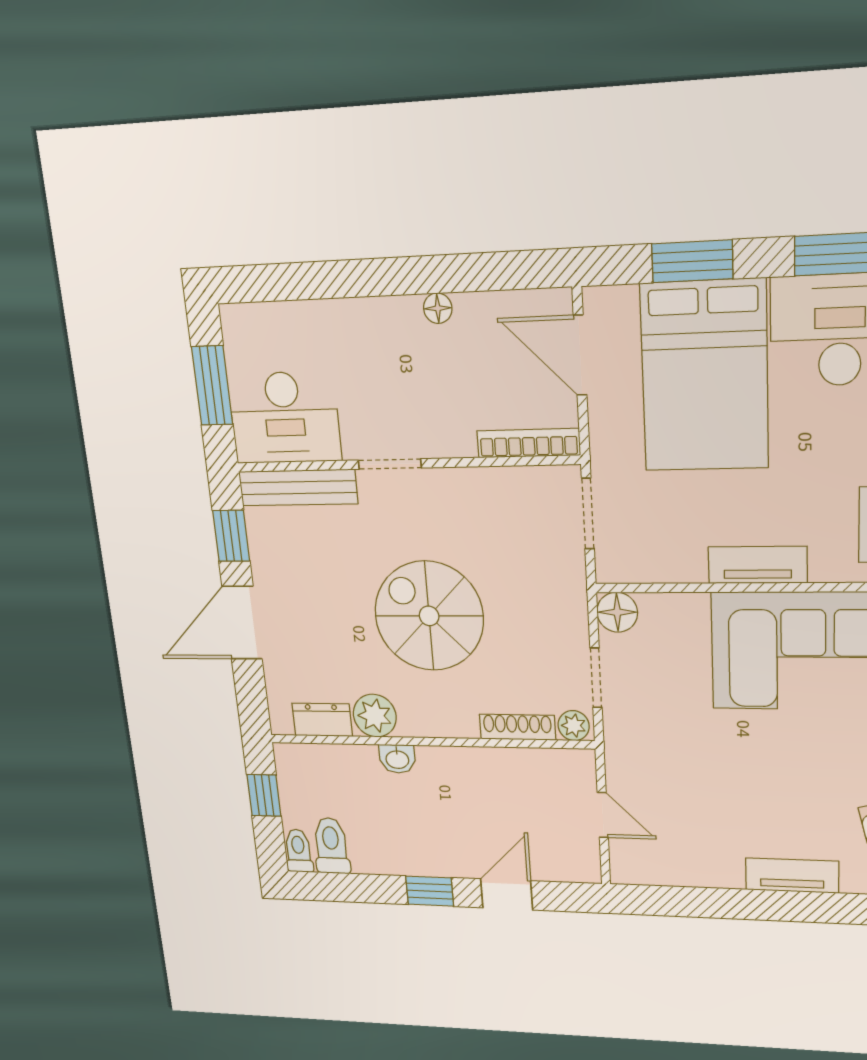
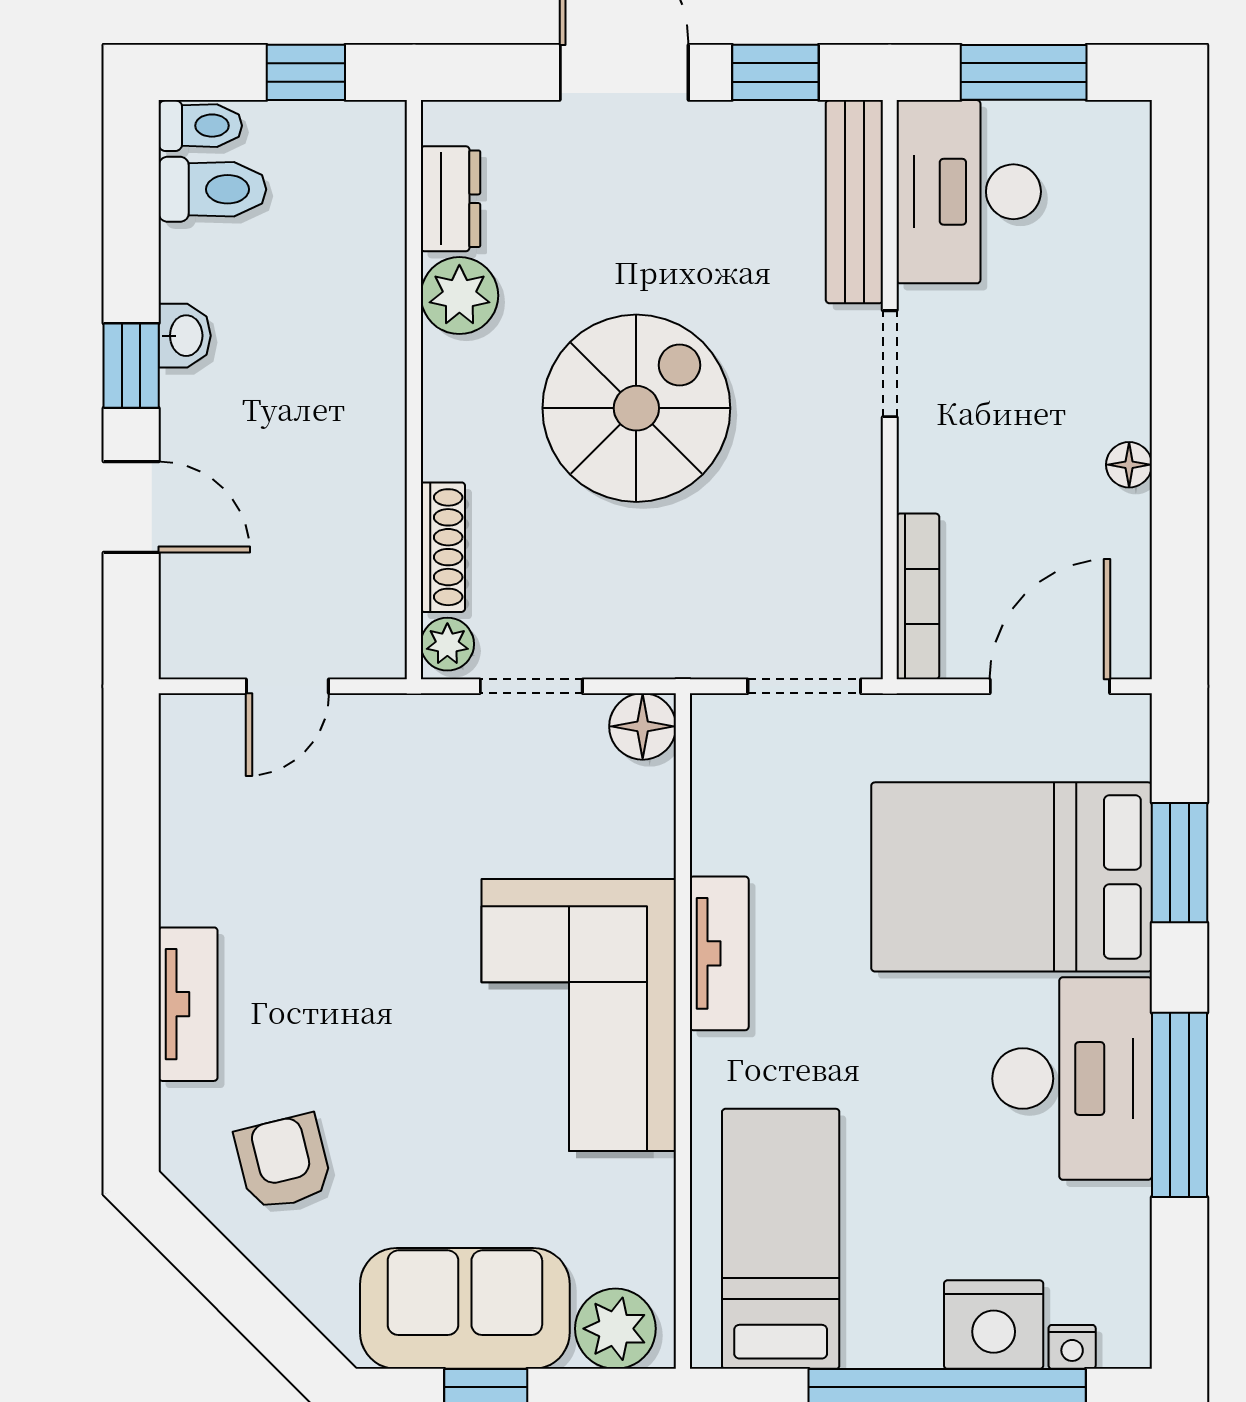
washbasin: (397, 759) -> (185, 336), moved, turned 180

